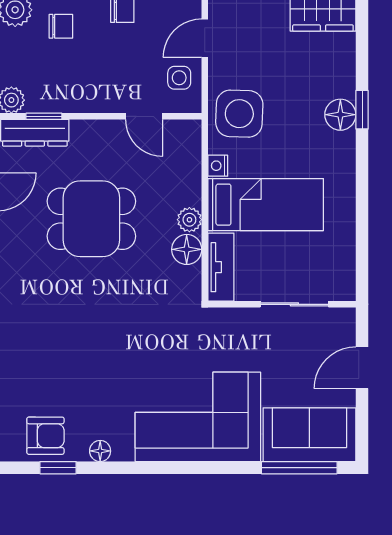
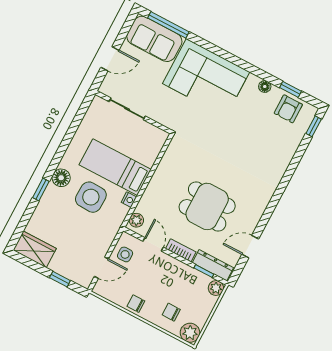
side table: (239, 114) -> (91, 197), moved
floor lamp: (340, 115) -> (61, 178), moved
bookcase: (96, 129) -> (181, 250), added
plant: (189, 220) -> (136, 220), moved
floor lamp: (187, 249) -> (167, 165), removed
tv unit: (221, 267) -> (154, 147), removed
armchair: (45, 436) -> (288, 109), turned -90

